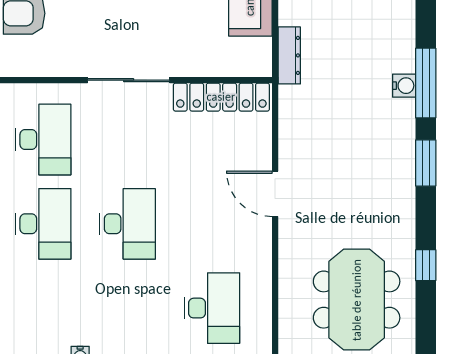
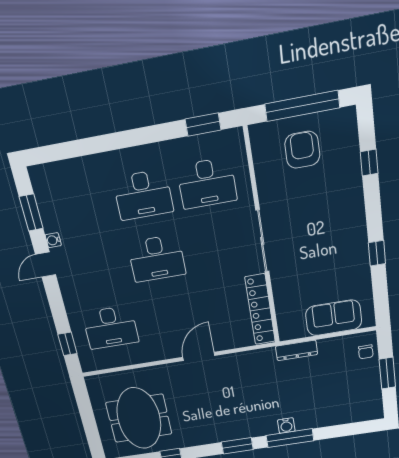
meeting table: (357, 300) -> (139, 418), turned 90

